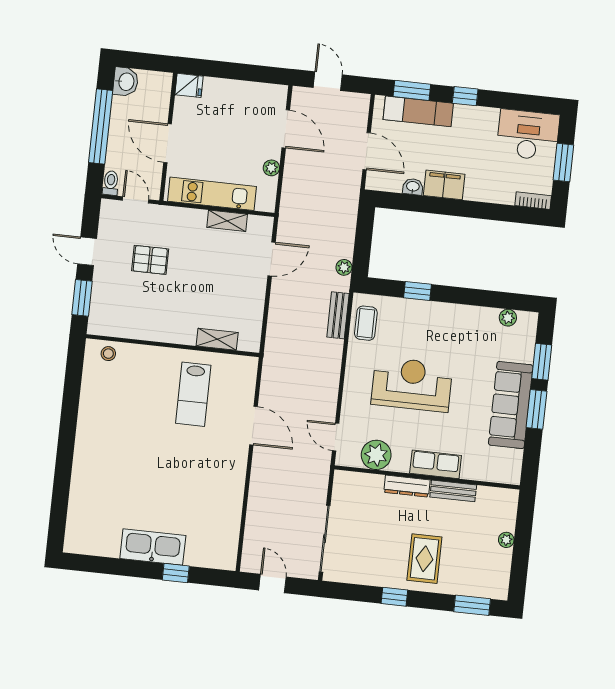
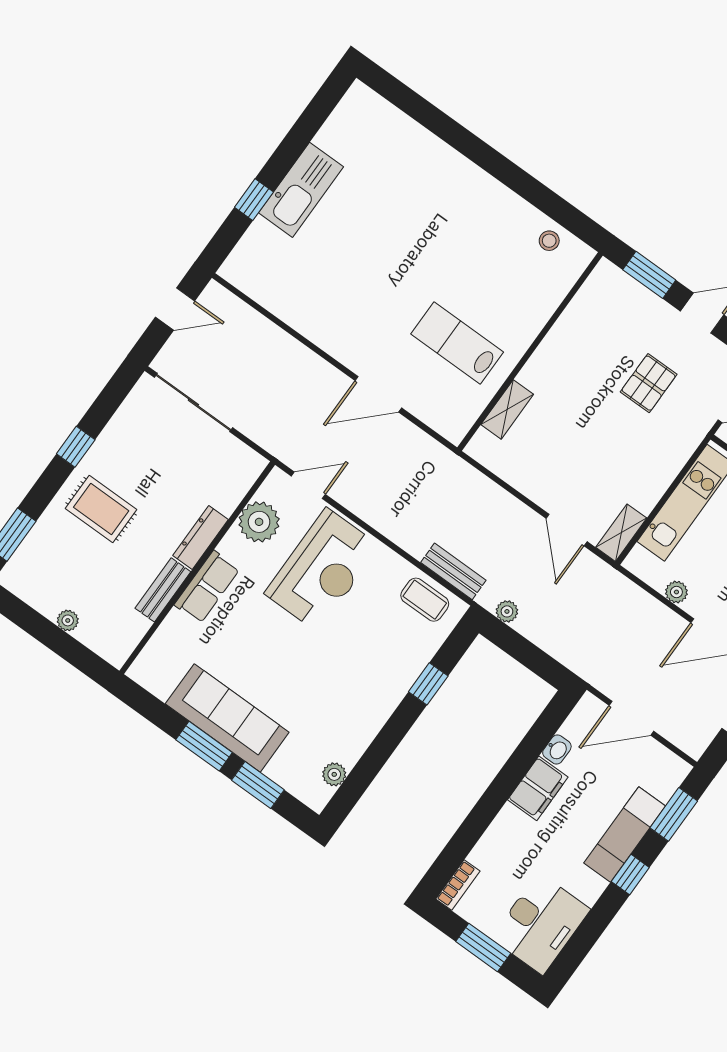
exam couch: (418, 111) -> (625, 834), moved
shelving: (227, 221) -> (621, 533), moved
stool: (108, 354) -> (549, 241), moved
reception desk: (412, 384) -> (322, 570), moved

